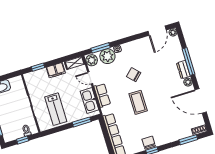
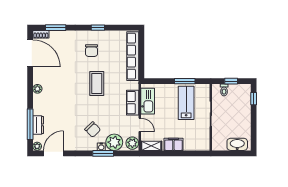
window: (100, 48) -> (103, 153), moved
window: (188, 61) -> (30, 124), moved
window: (38, 67) -> (191, 153), removed
dresser: (183, 70) -> (38, 125), moved
chair: (134, 75) -> (93, 130), moved
door: (201, 101) -> (30, 53), moved
window: (82, 122) -> (185, 81), moved
chair: (149, 143) -> (91, 51), moved

